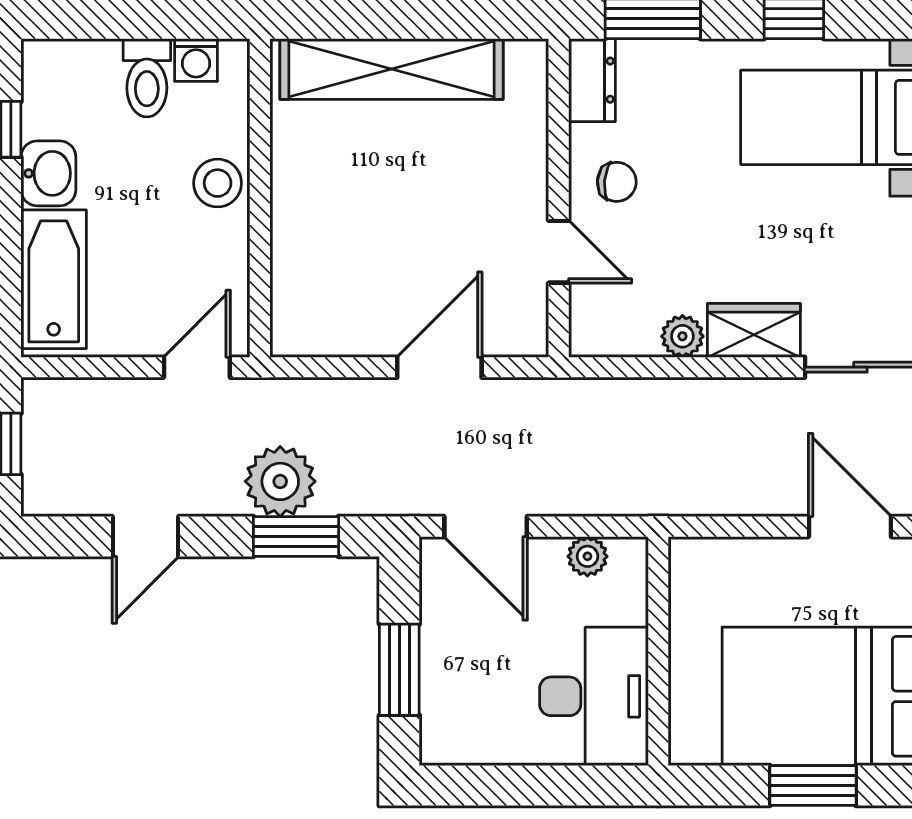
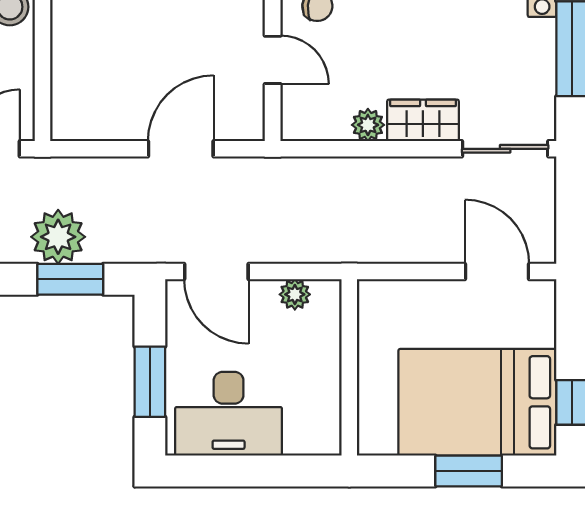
desk: (594, 696) -> (229, 414), moved, turned 90

